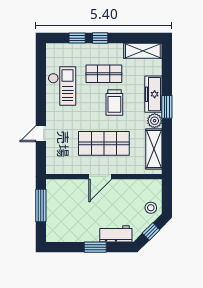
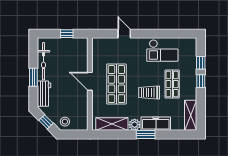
window: (41, 206) -> (67, 34), width x0.46
bicycle: (75, 235) -> (43, 61), added

